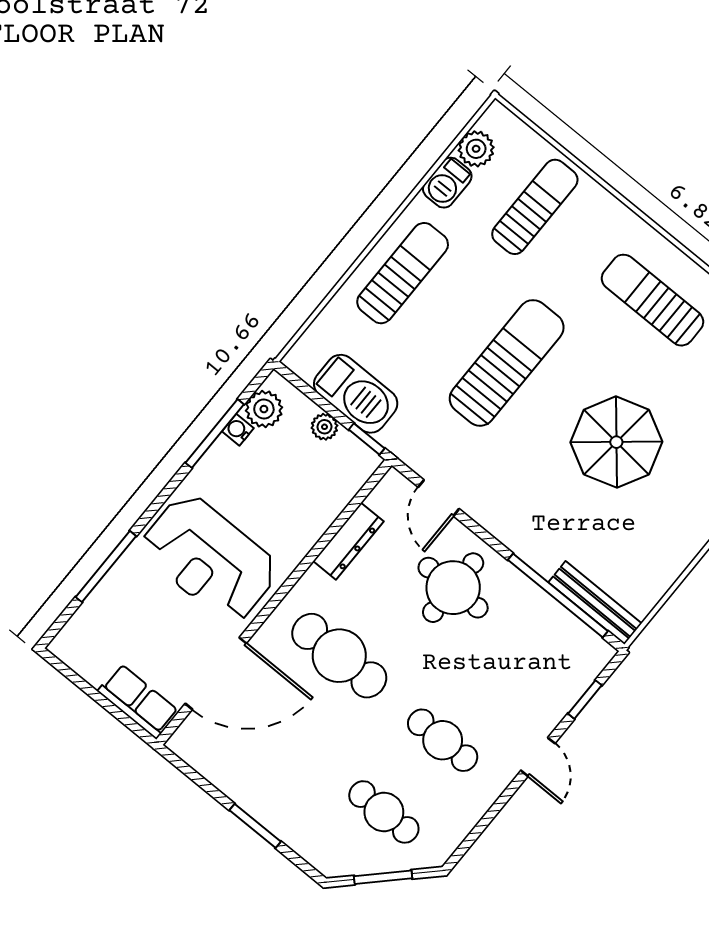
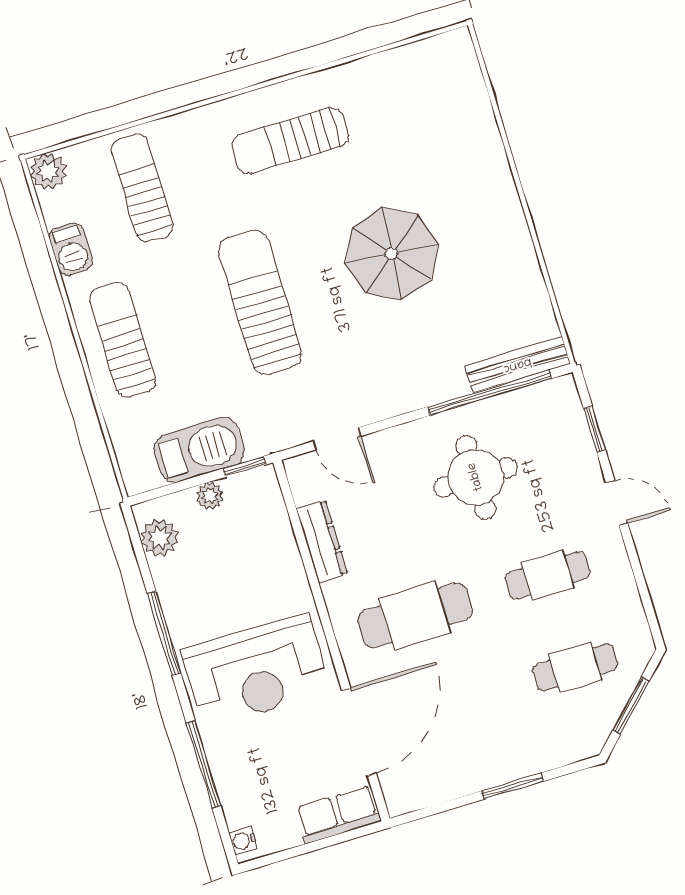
plant: (476, 149) -> (48, 171), moved
water cooler: (238, 430) -> (243, 841), moved
window: (215, 434) -> (164, 633), moved
round table: (453, 588) -> (476, 477), moved

